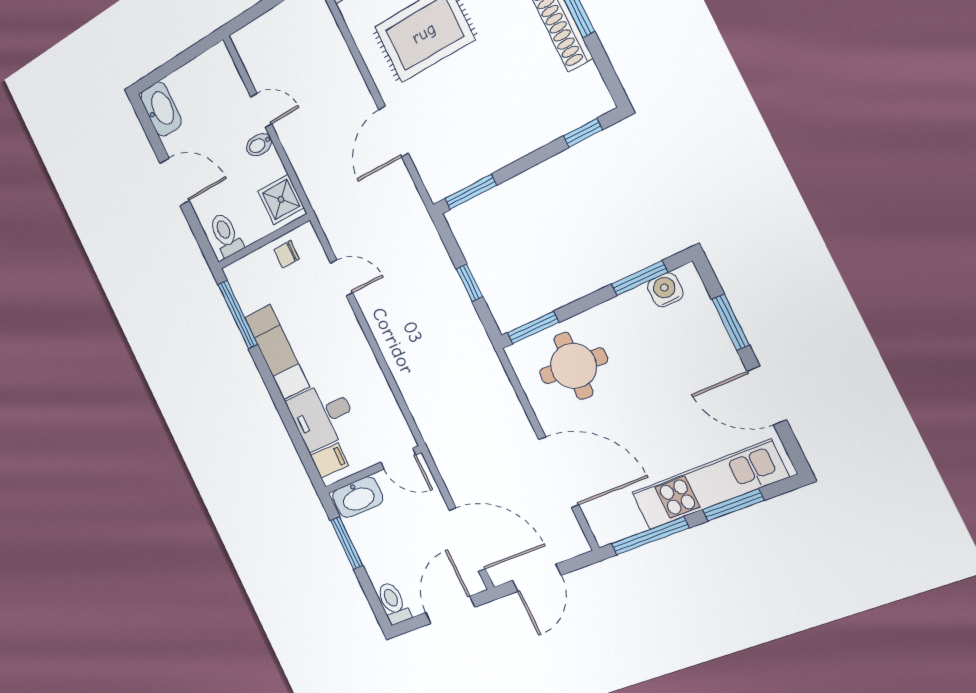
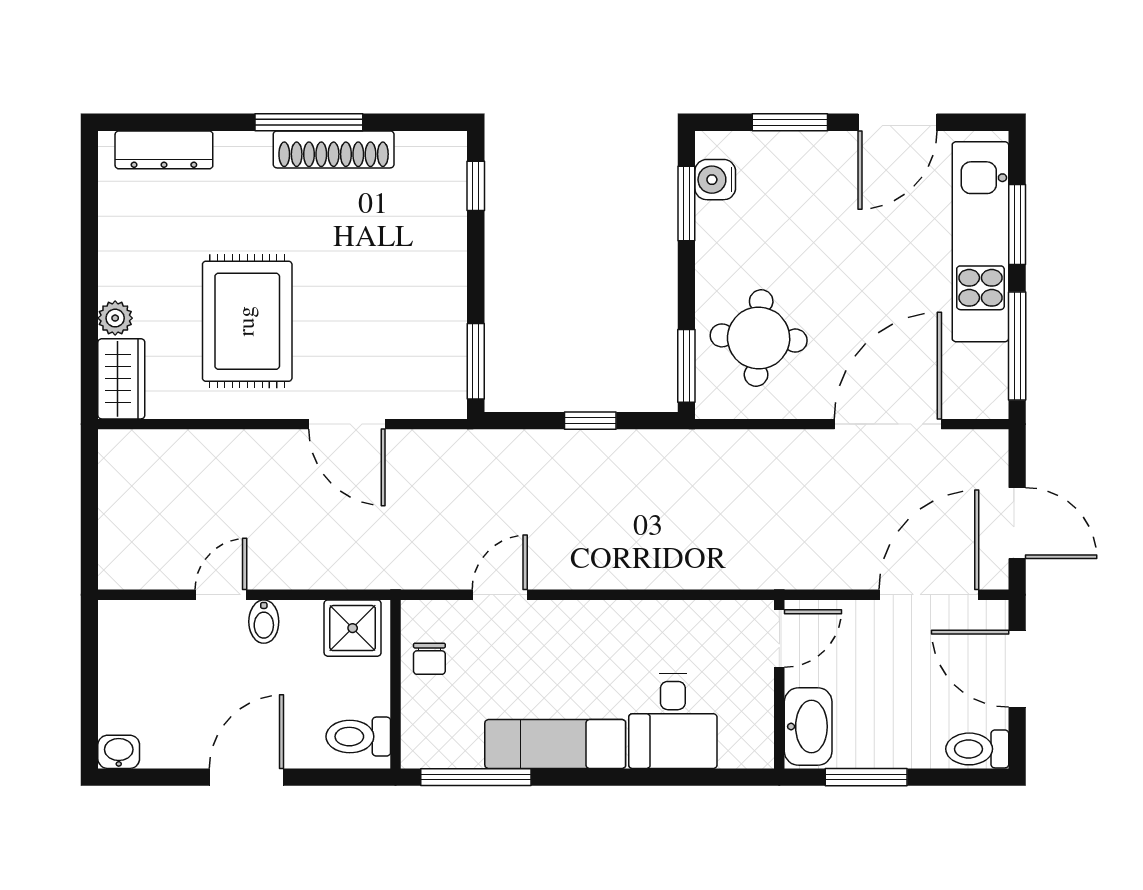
washbasin: (161, 109) -> (119, 752), width x0.52, depth x0.69
filing cabinet: (329, 460) -> (740, 743), removed

